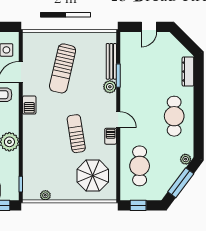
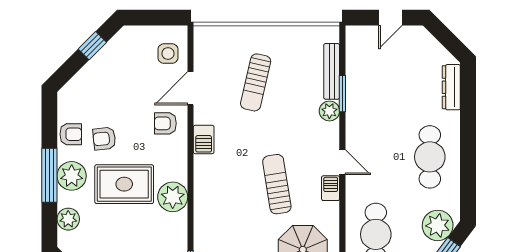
sun lounger: (63, 68) -> (256, 82), width x0.73, depth x0.75
plant: (186, 159) -> (438, 225), width x1.87, depth x1.87

